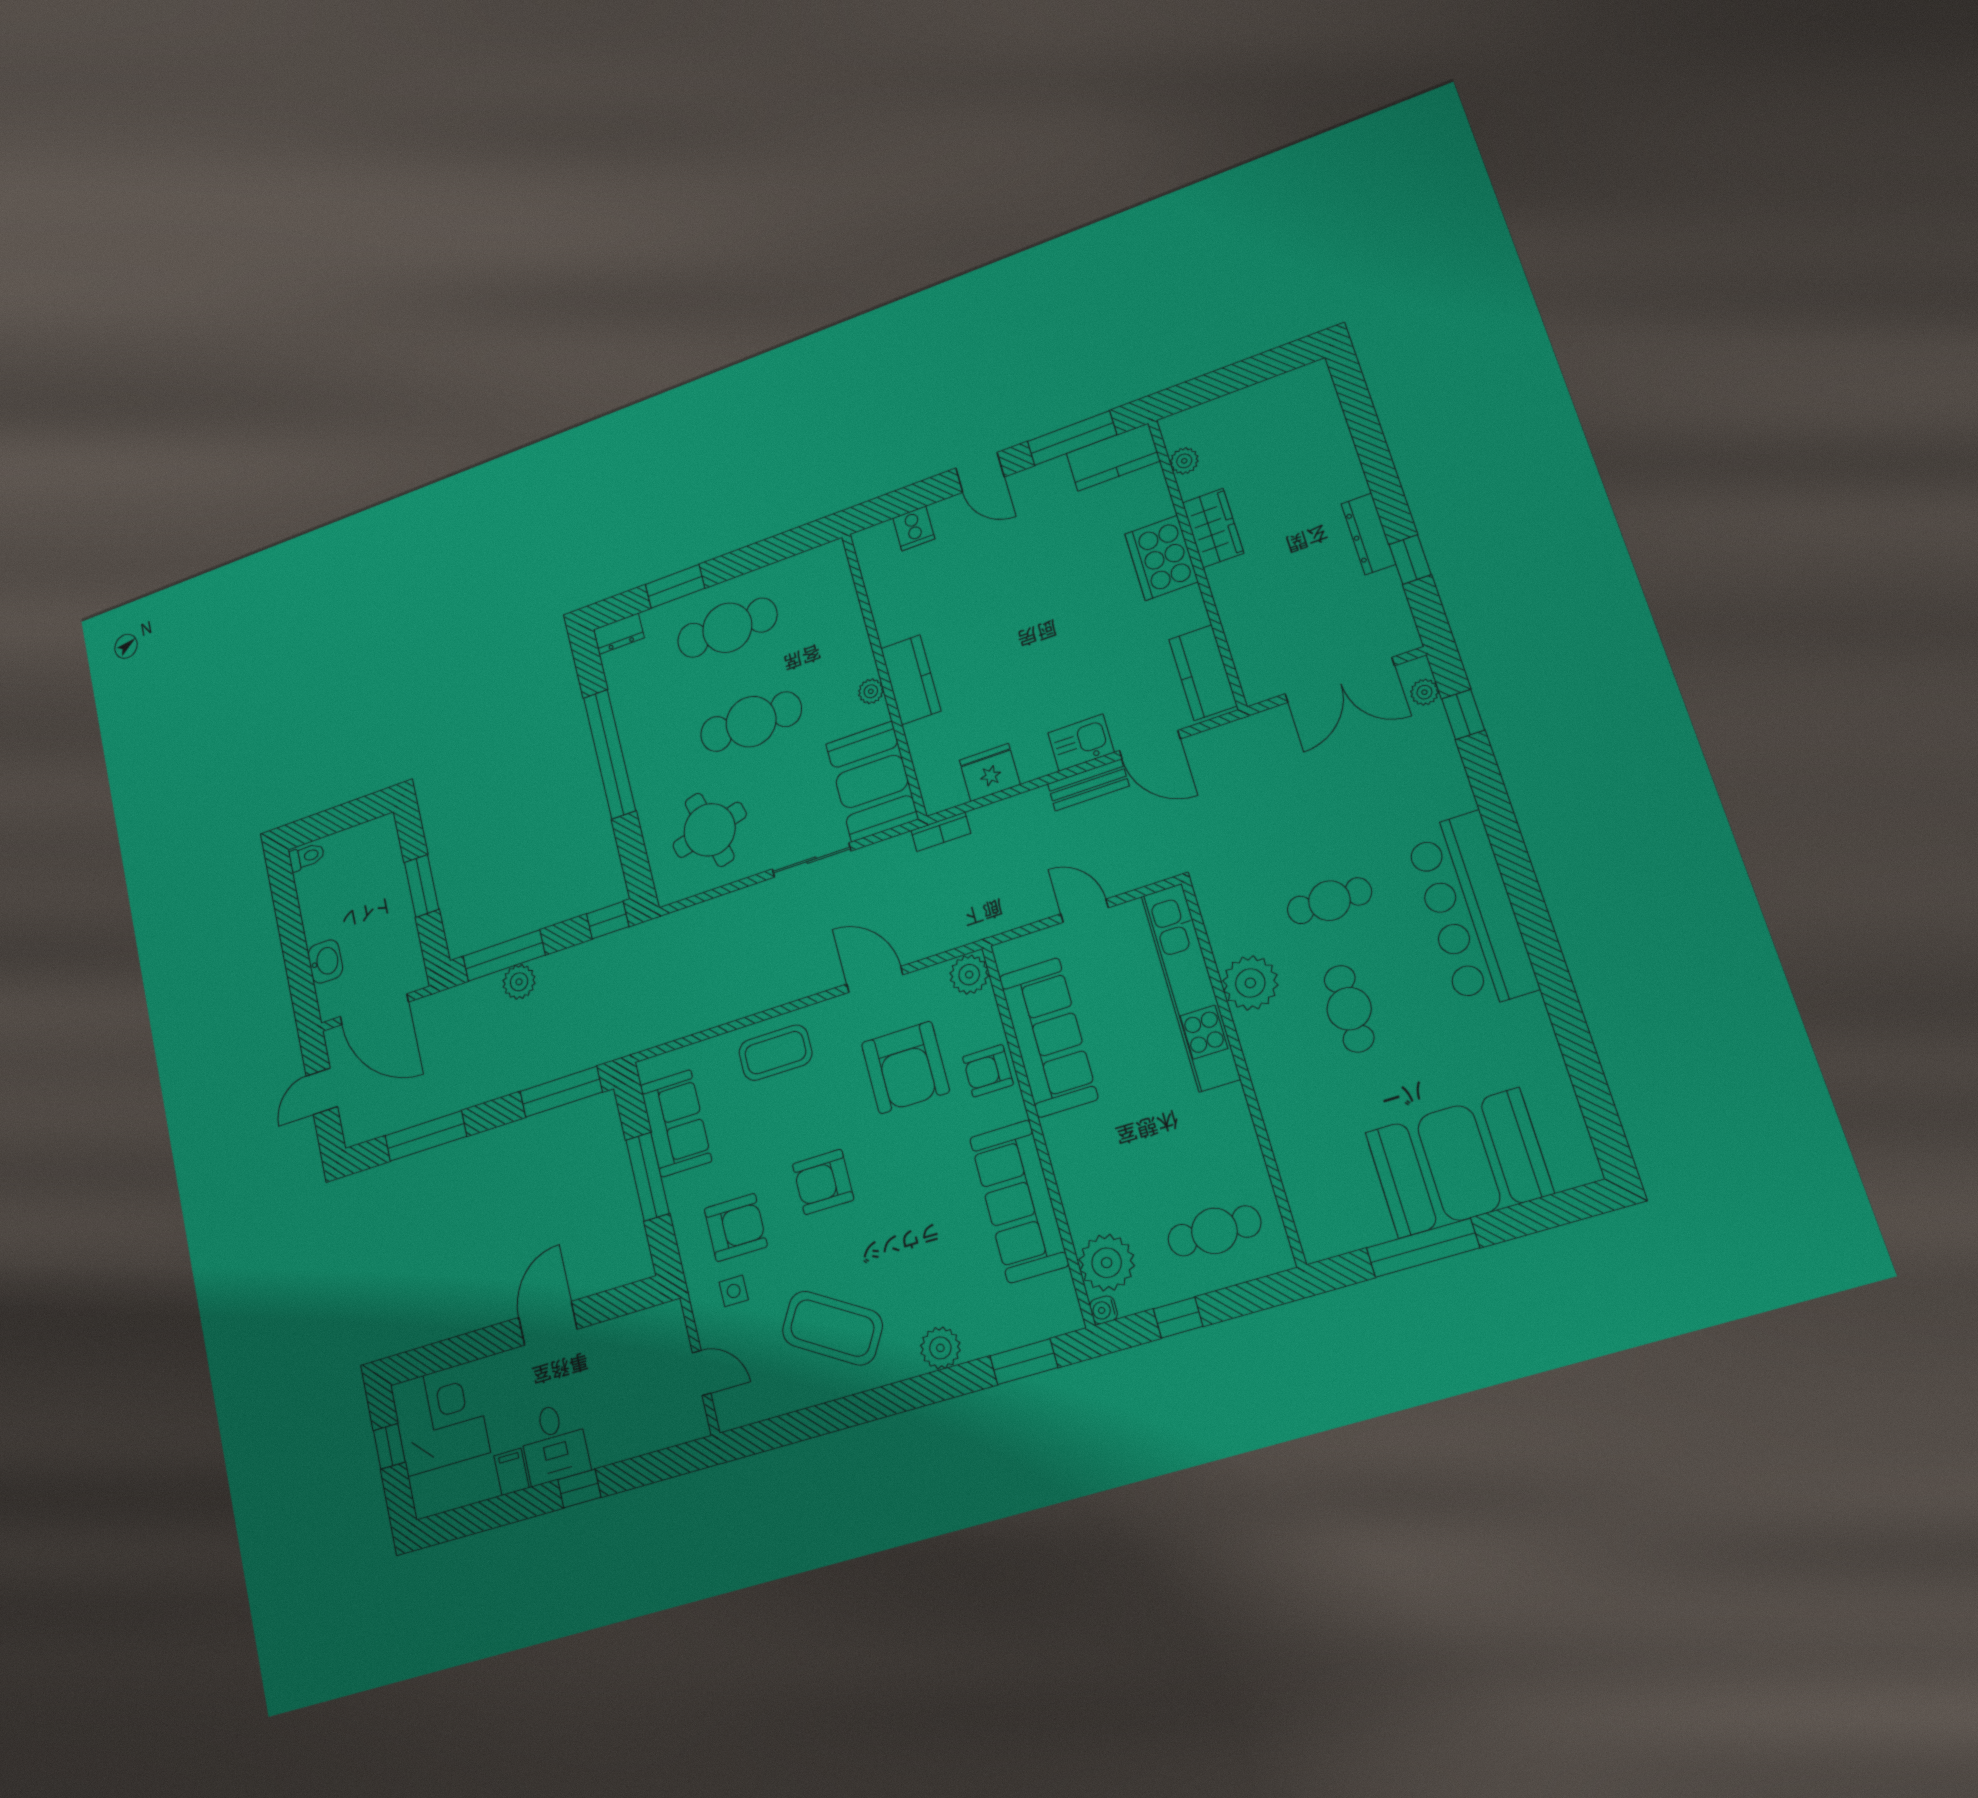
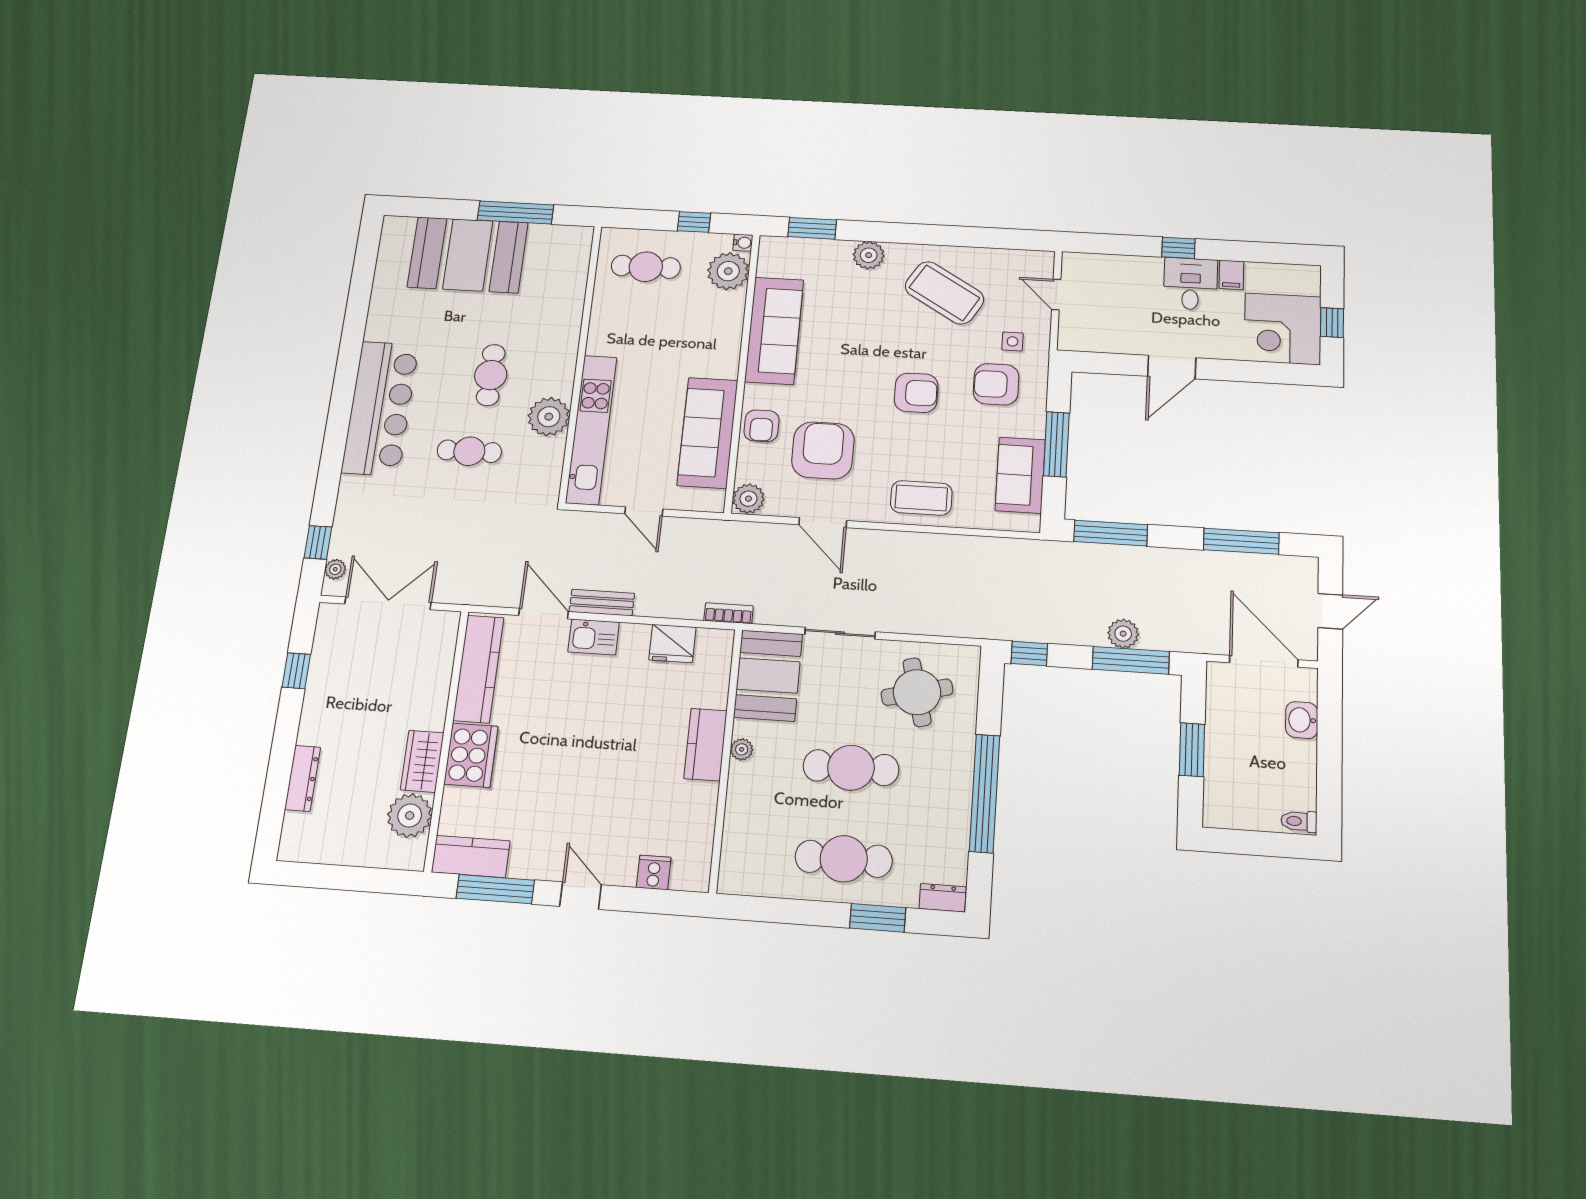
plant: (1184, 461) -> (410, 815), width x1.88, depth x1.88
dresser: (1368, 534) -> (303, 778), moved
kitchen counter: (1203, 673) -> (478, 669), width x1.50
armchair: (988, 1071) -> (761, 426), turned 90

